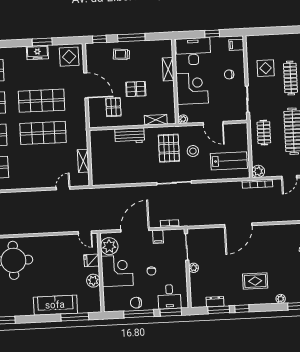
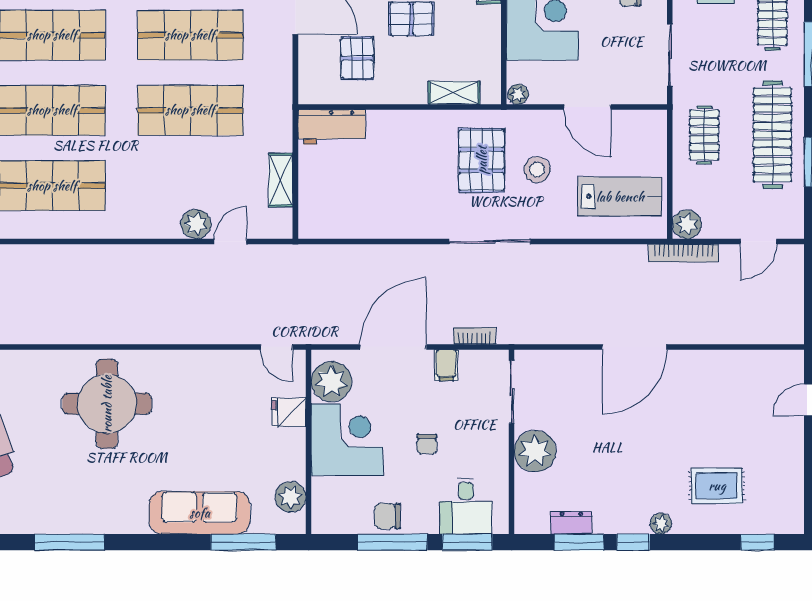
workbench: (130, 136) -> (332, 127), moved
plant: (48, 181) -> (196, 224), added
plant: (194, 268) -> (535, 451), width x1.88, depth x1.88
plant: (93, 281) -> (291, 497), moved
rug: (255, 281) -> (717, 486), moved
plant: (281, 299) -> (661, 524), moved

